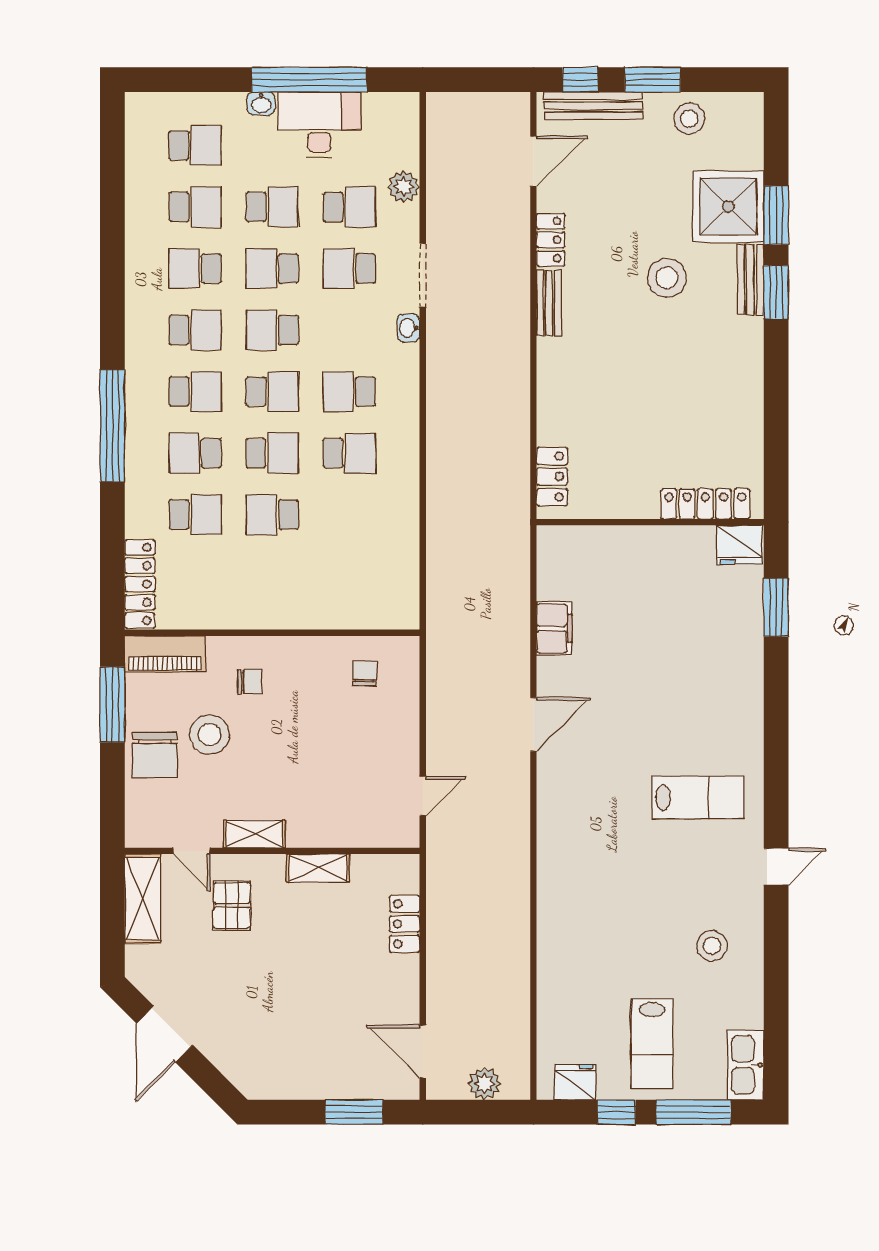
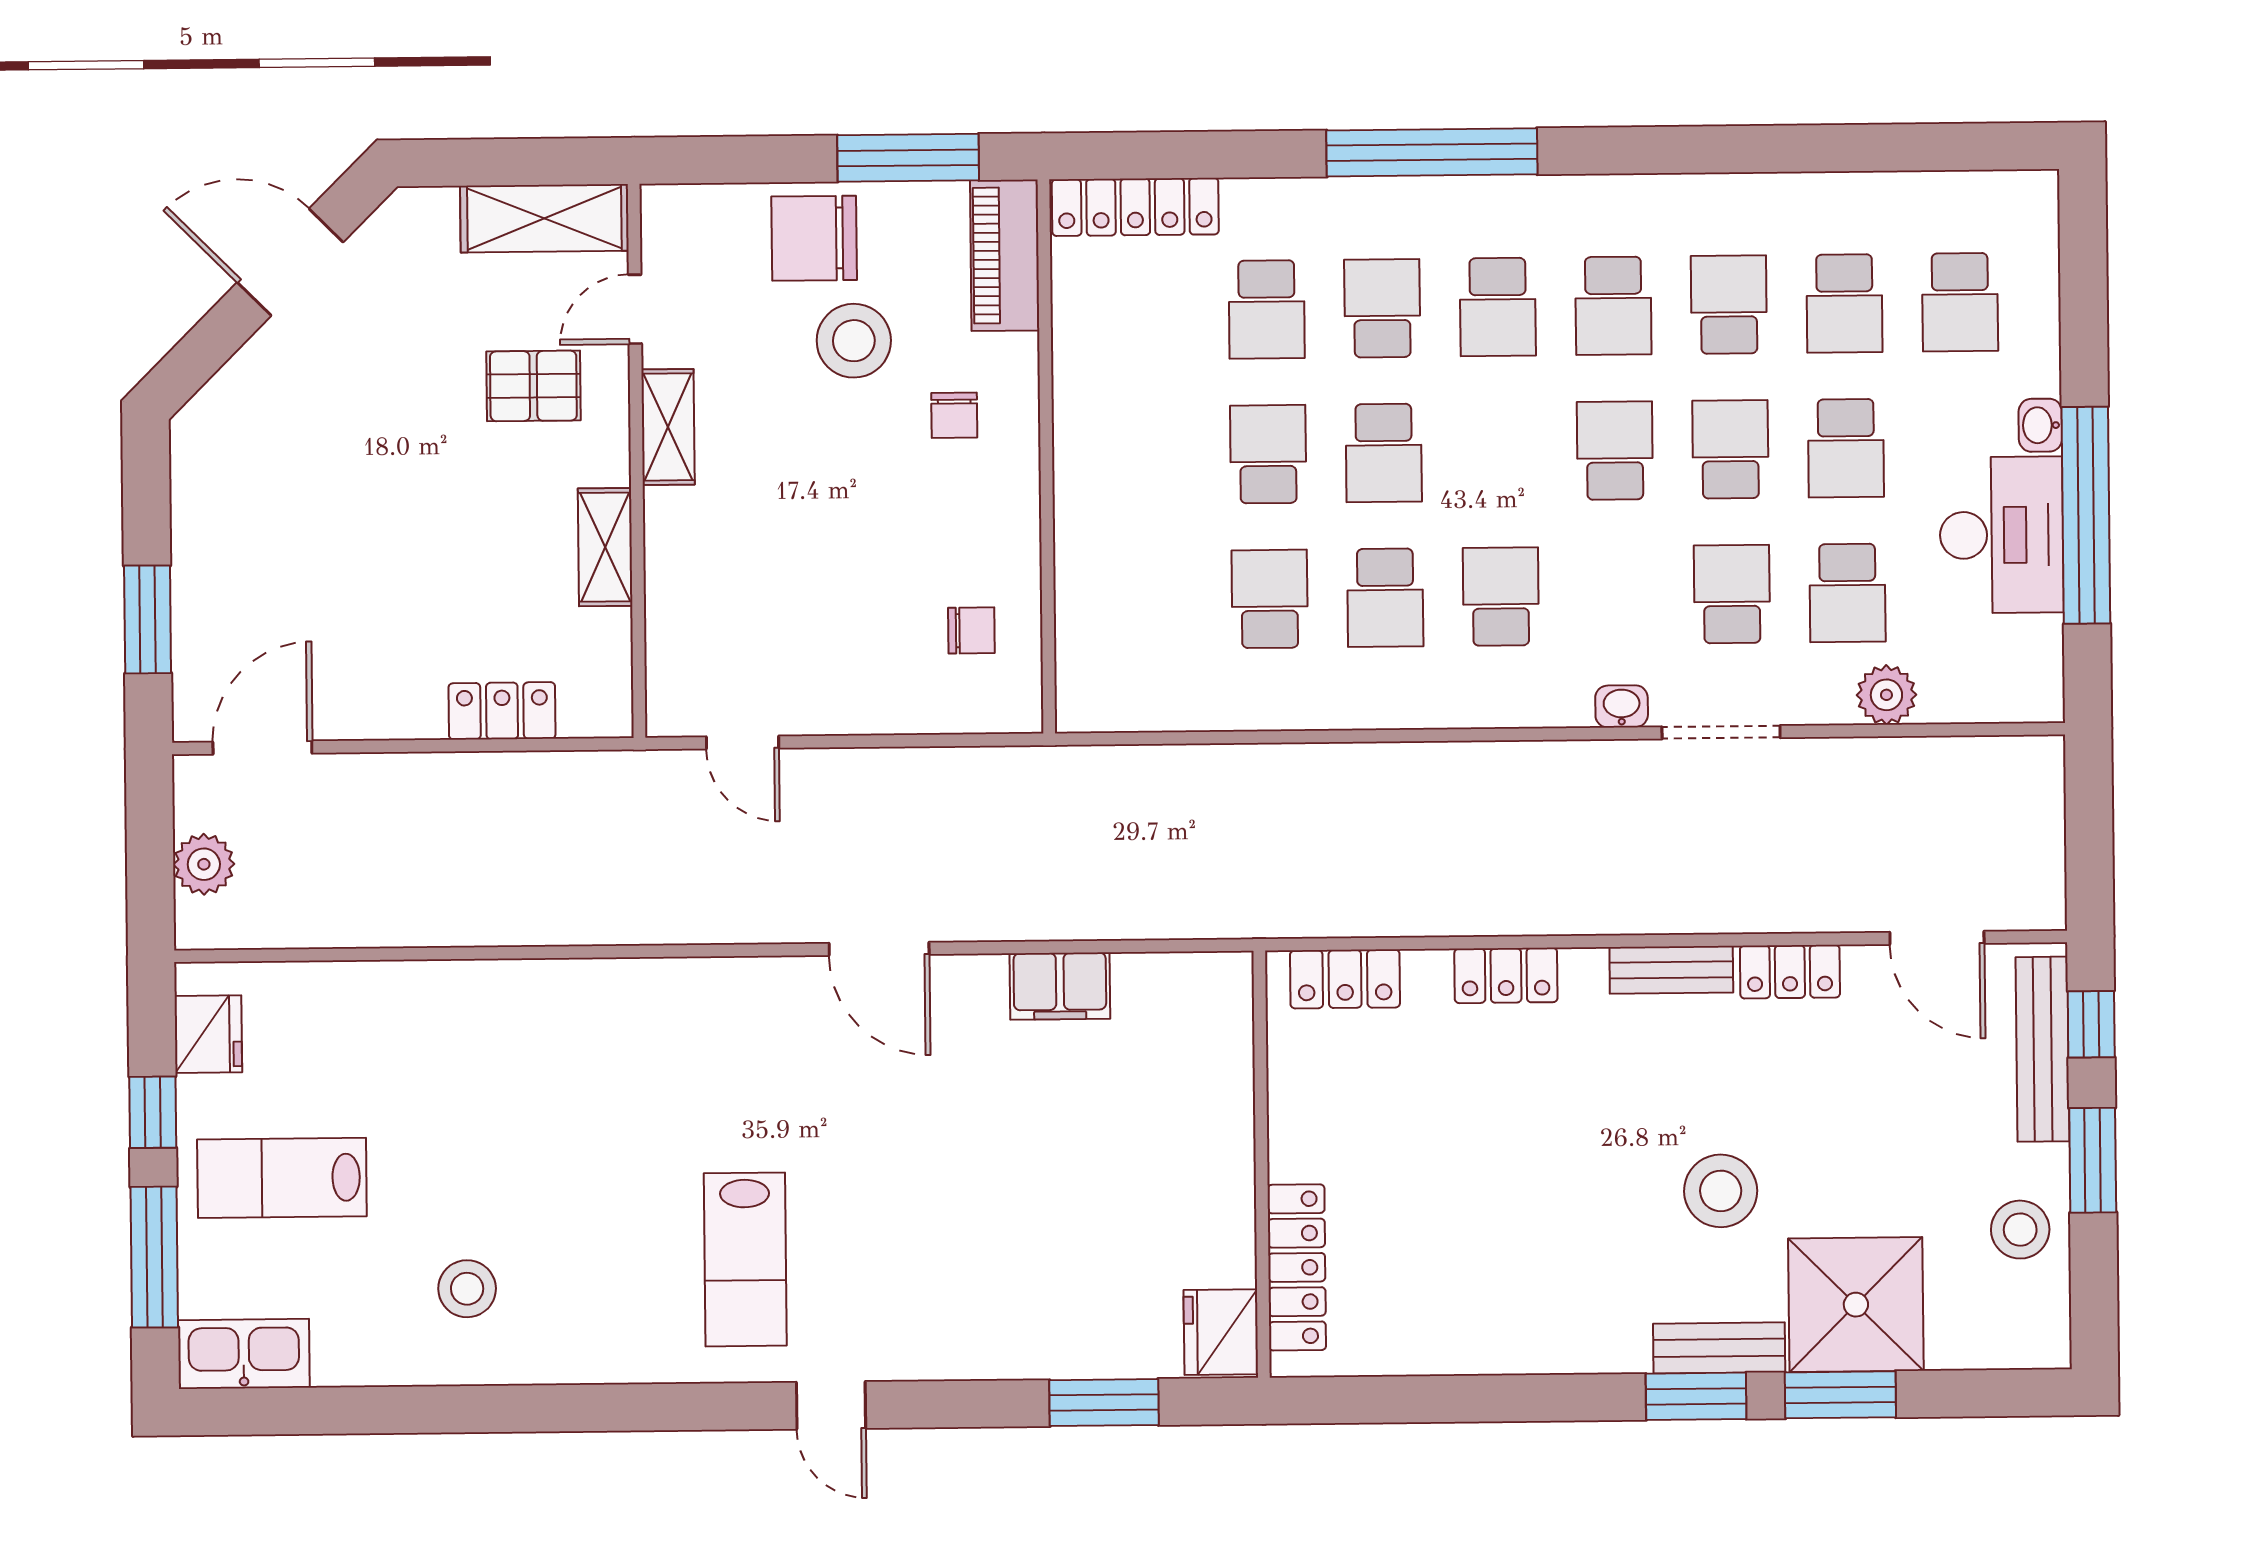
locker: (551, 391) -> (1506, 975), added
school desk: (272, 392) -> (1270, 599), moved, turned 180
door: (776, 867) -> (831, 1405), moved

